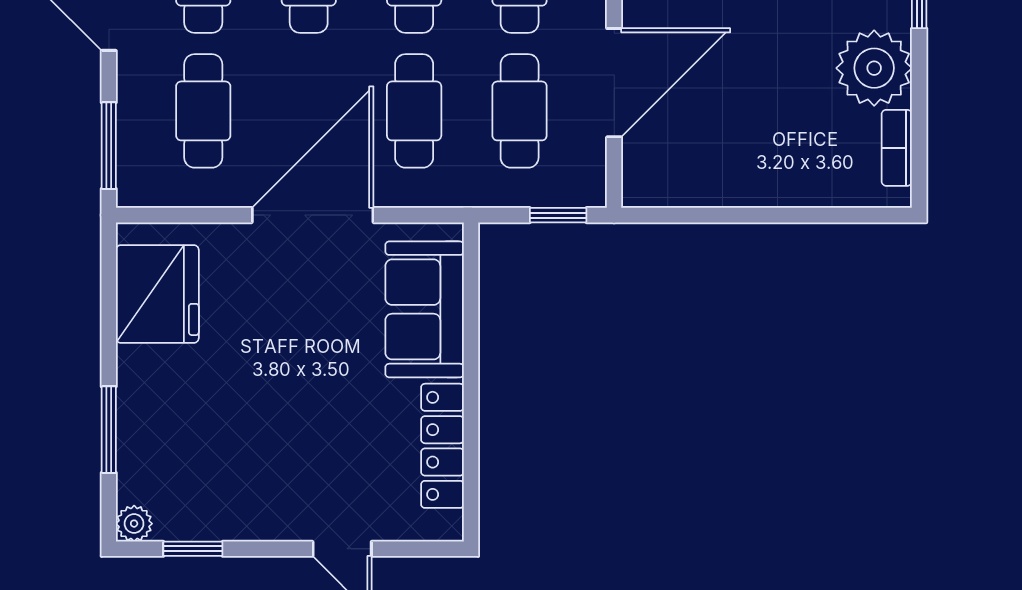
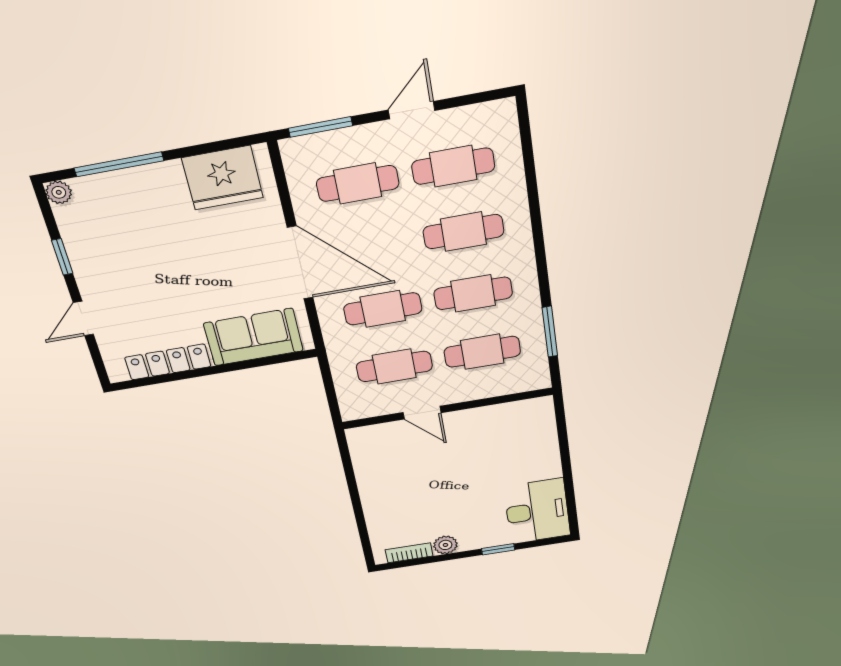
plant: (874, 68) -> (445, 545), width x0.53, depth x0.53
door: (614, 83) -> (422, 413), width x0.53
window: (558, 215) -> (332, 398), removed
window: (109, 430) -> (119, 164), width x1.44
window: (193, 549) -> (62, 257), moved

